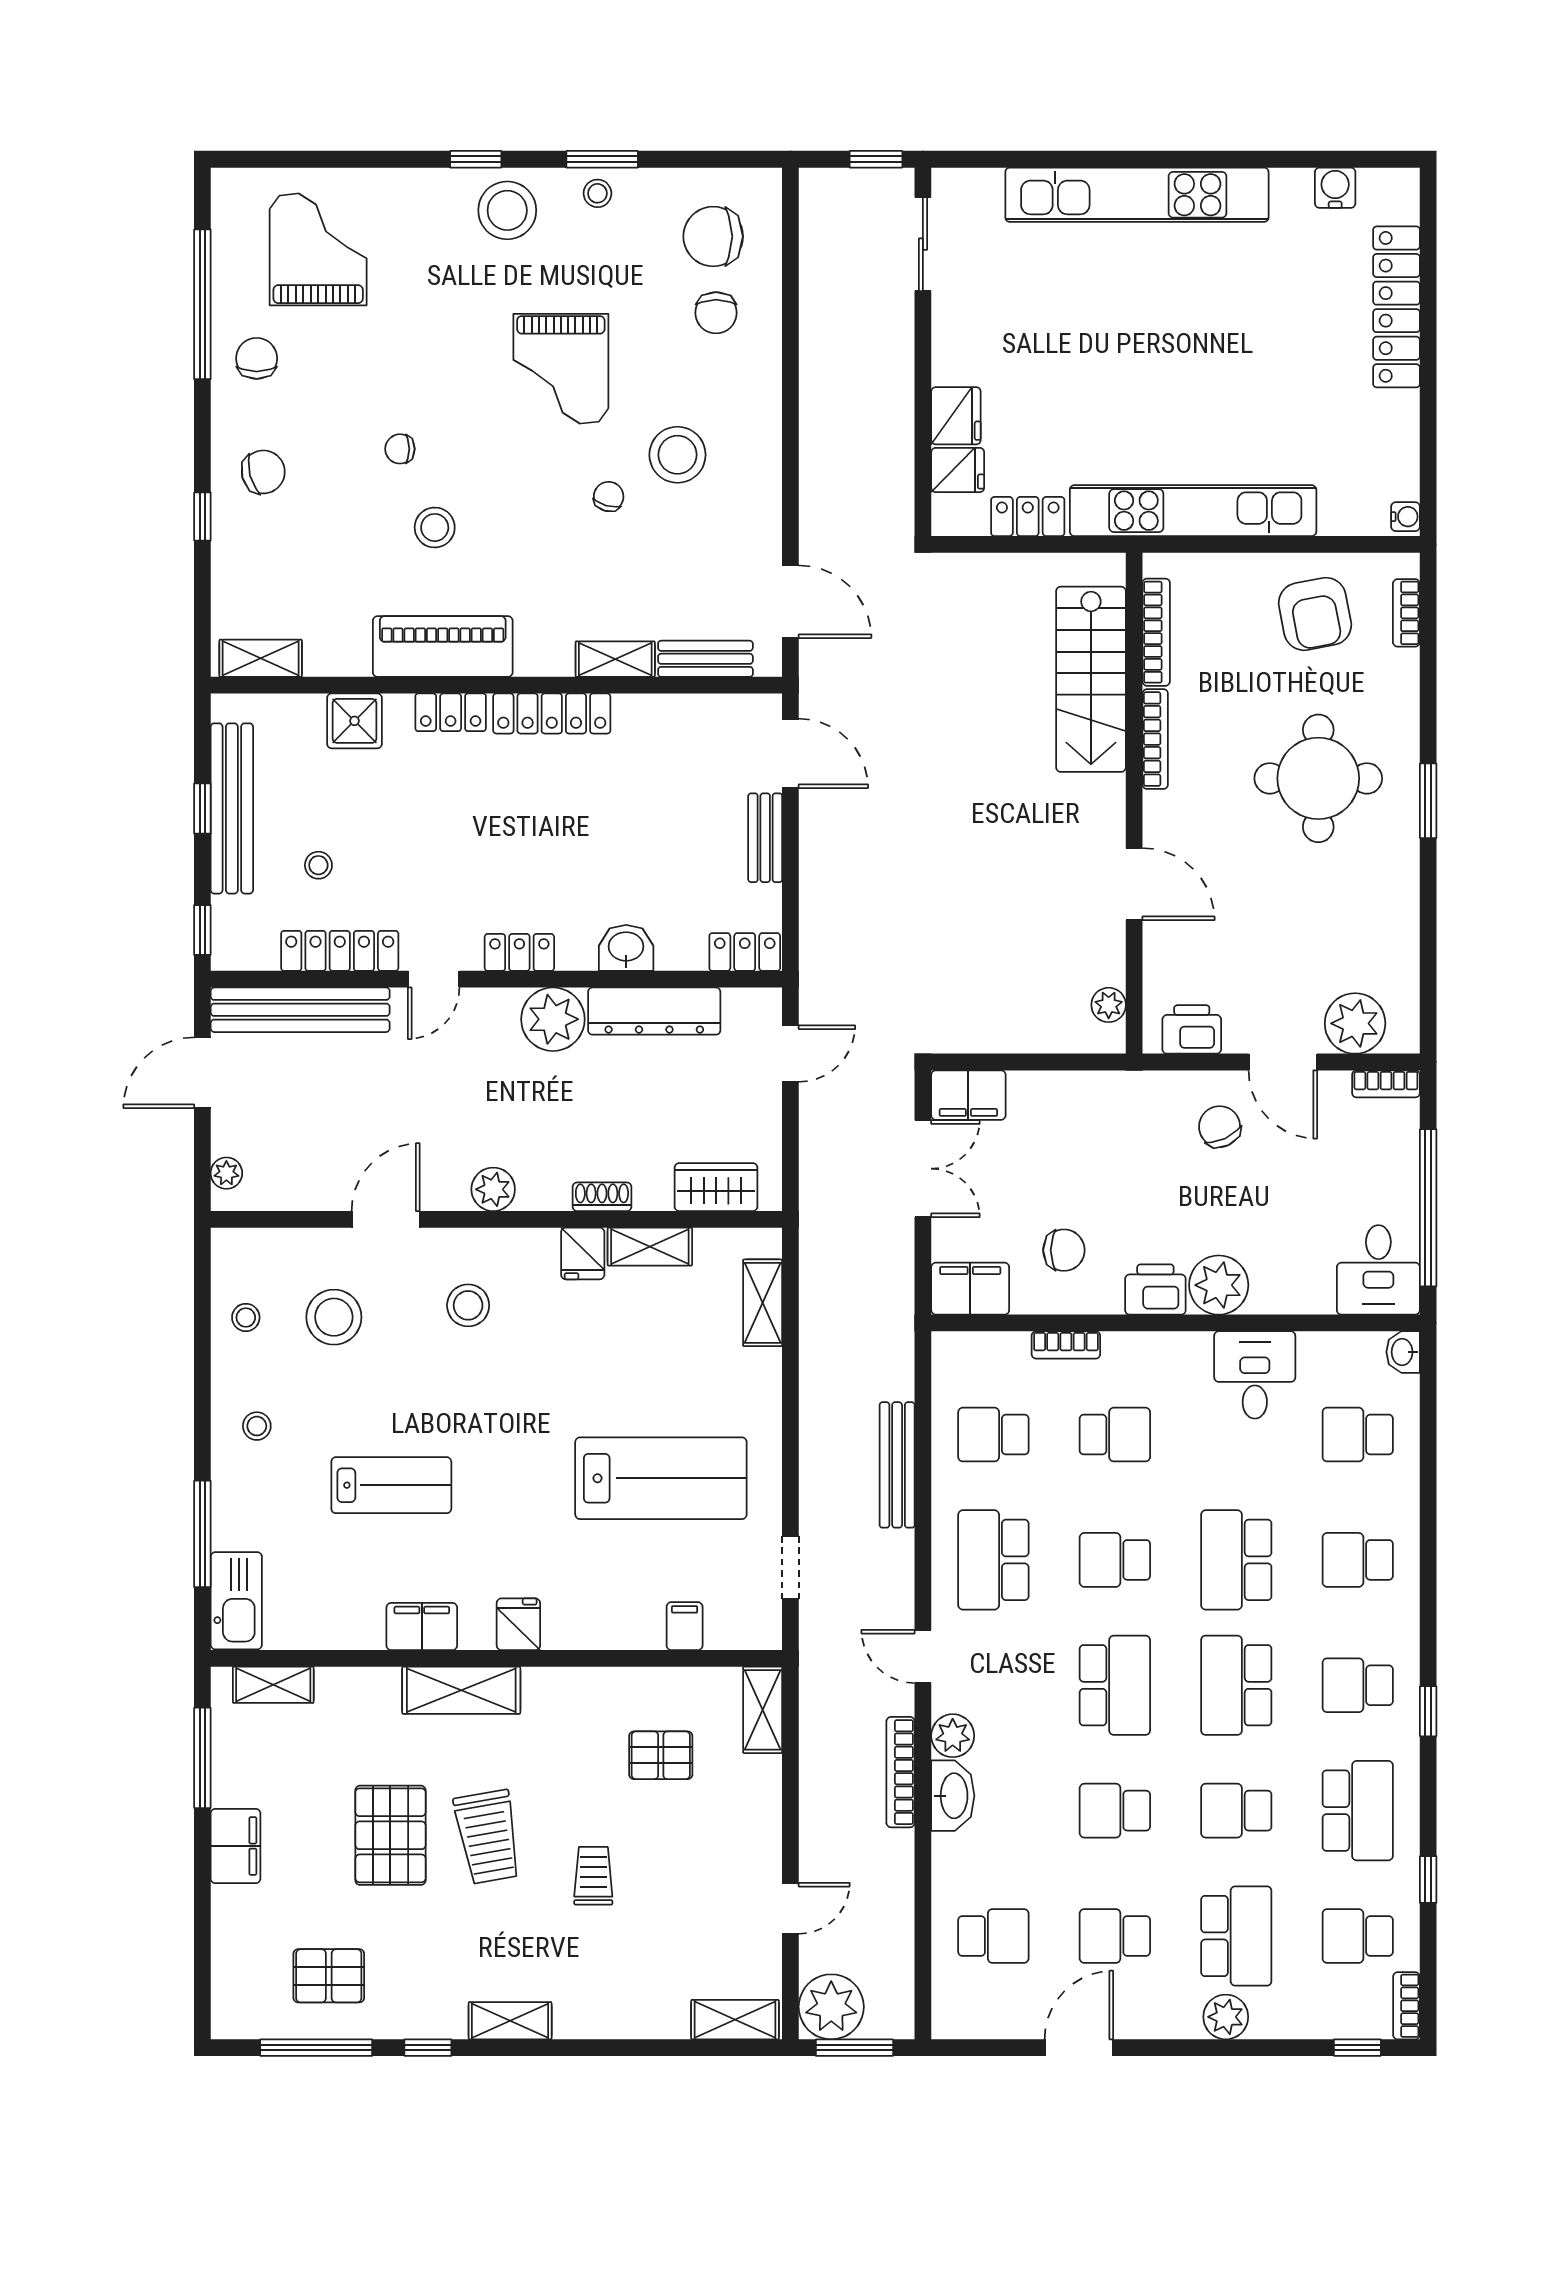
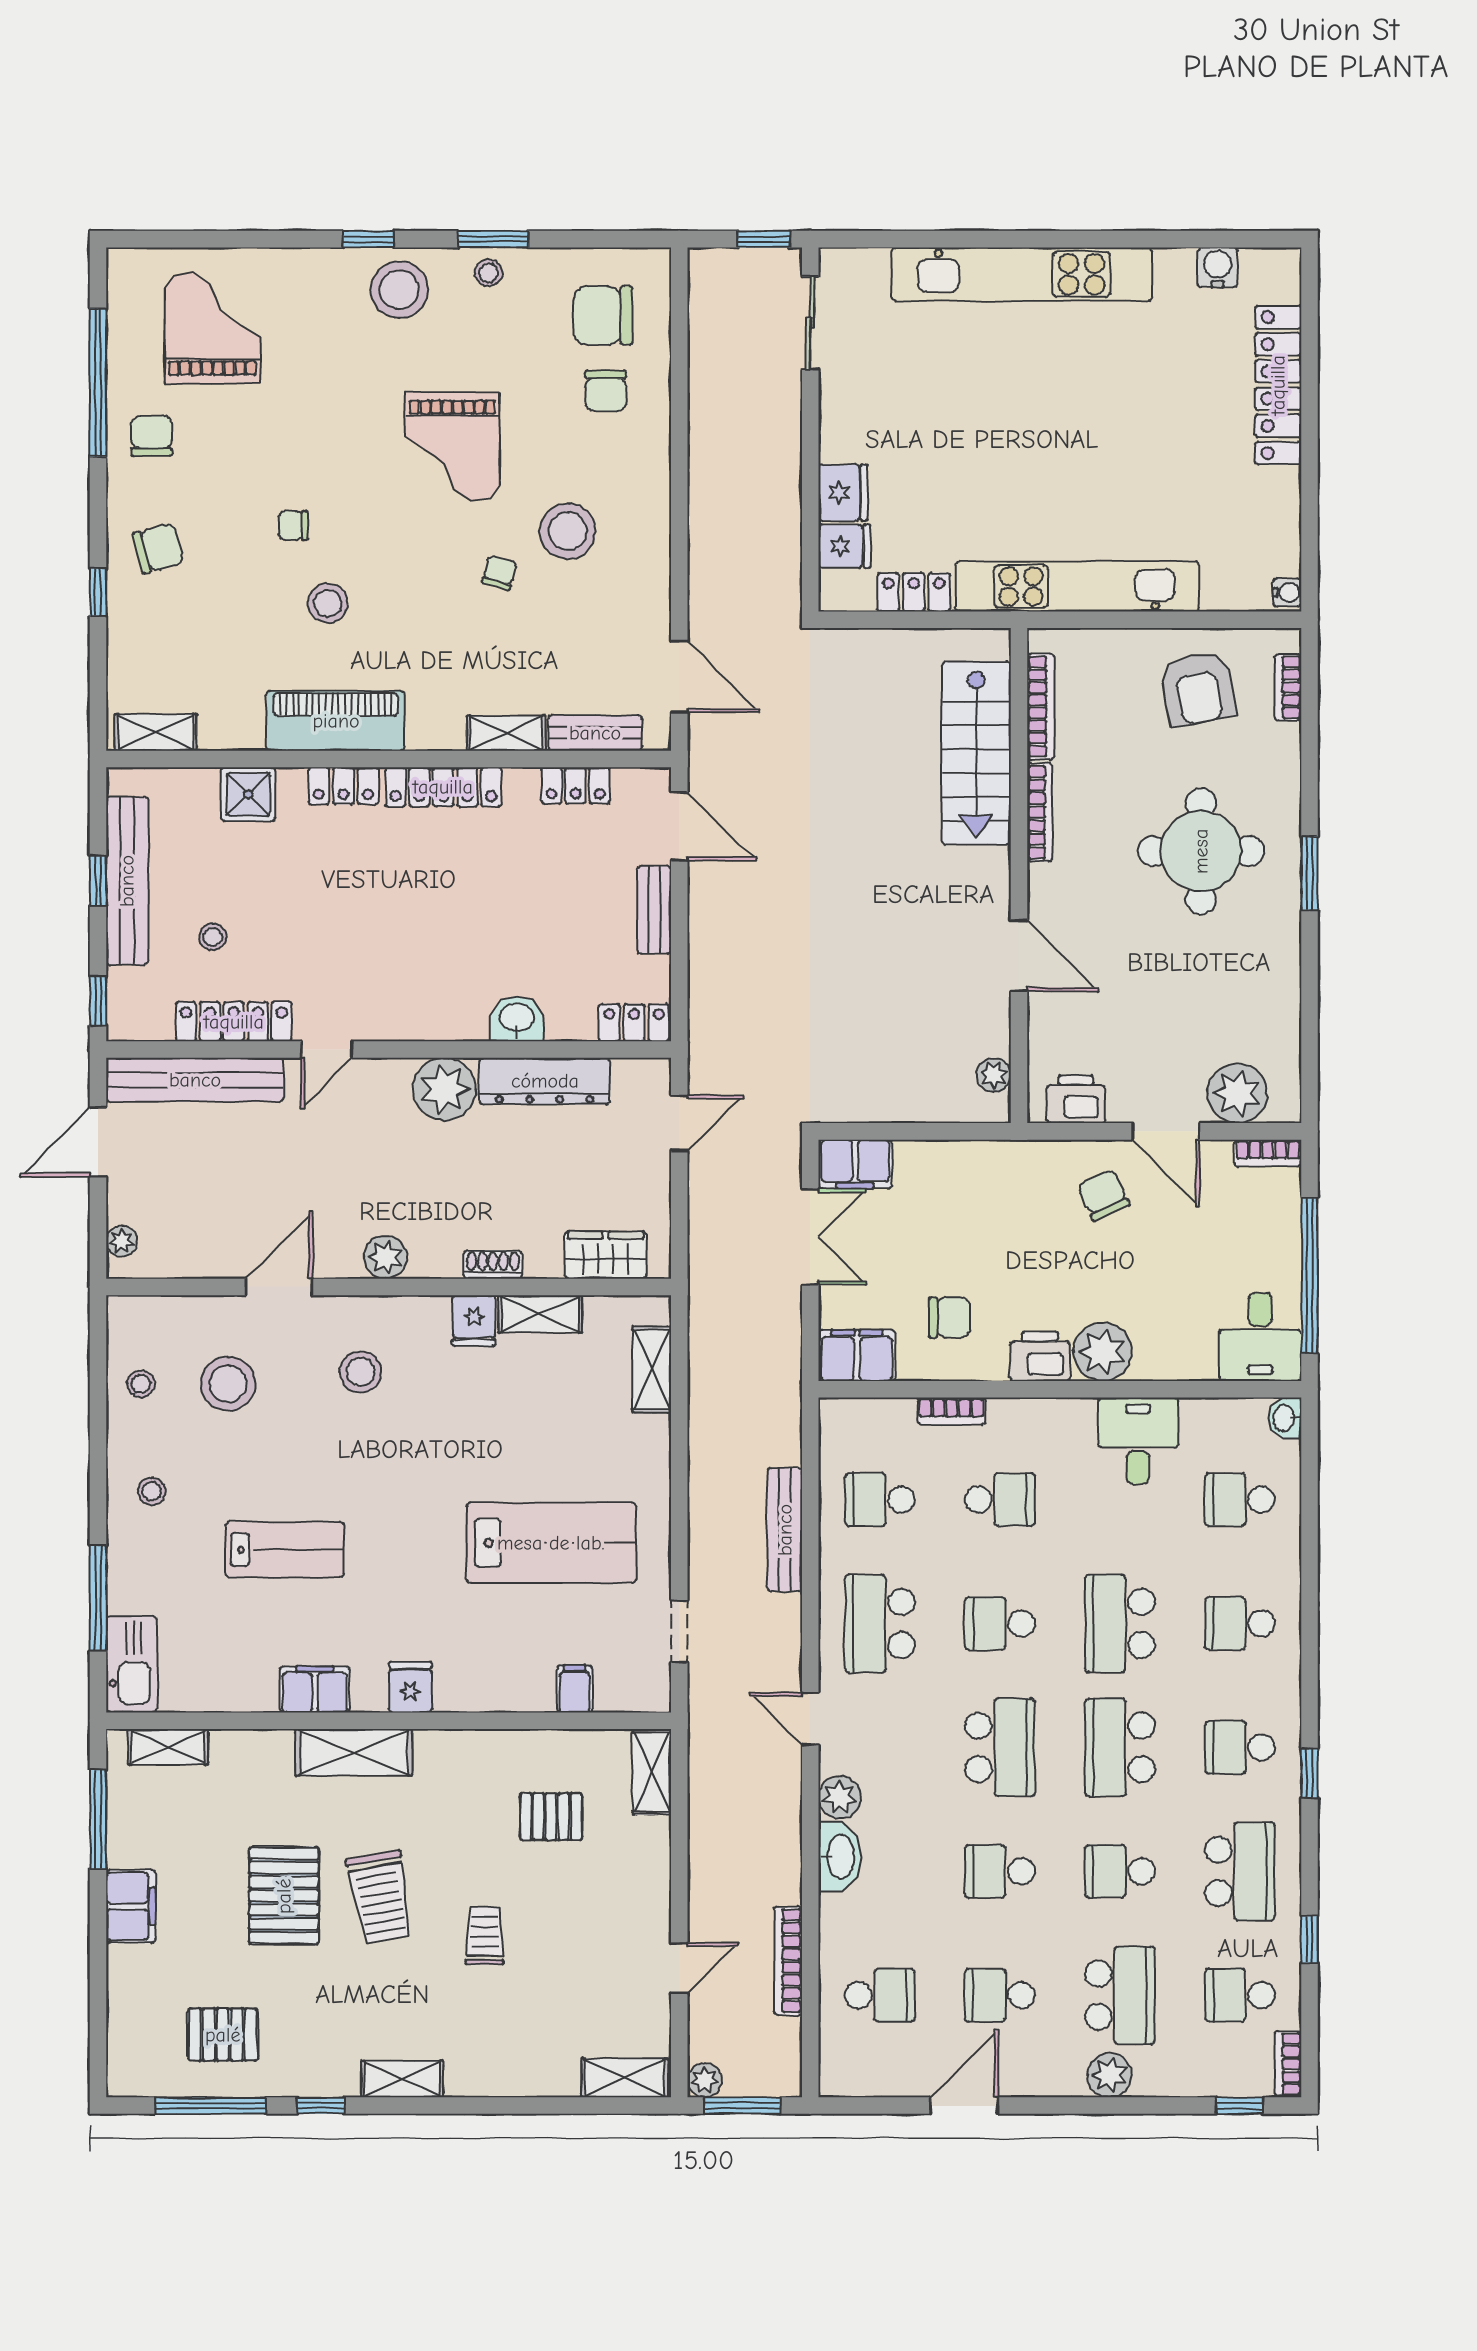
locker: (519, 952) -> (576, 785), moved, turned 180
bookcase: (901, 1772) -> (788, 1961), moved
plant: (831, 2007) -> (705, 2080), width x0.53, depth x0.53

